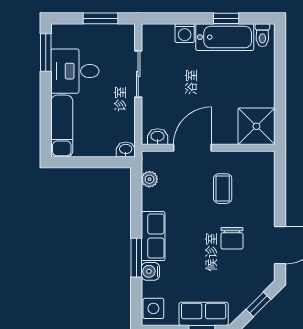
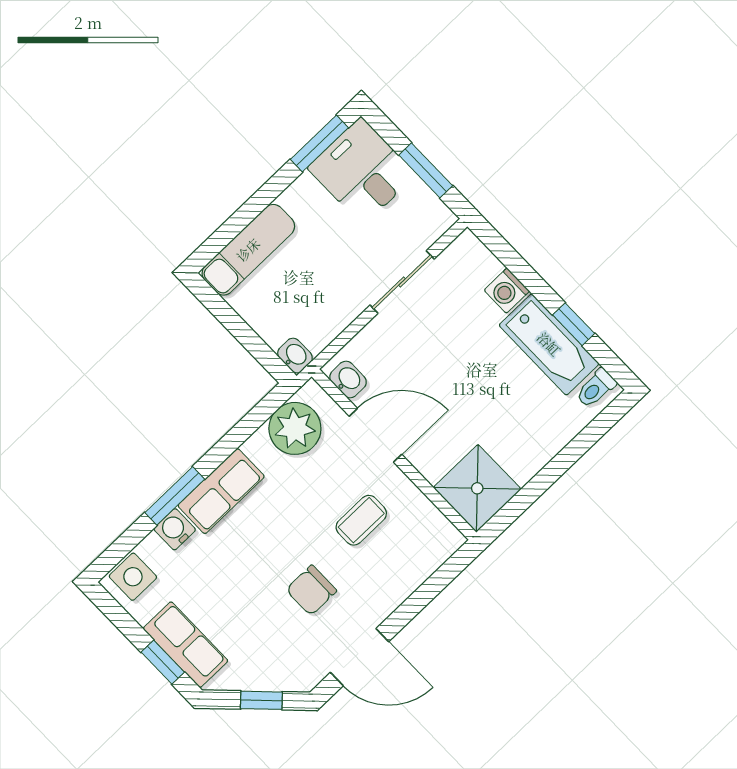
desk: (75, 71) -> (362, 171), moved
plant: (149, 179) -> (295, 428), width x1.87, depth x1.87

